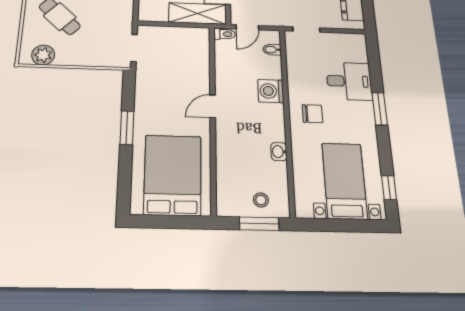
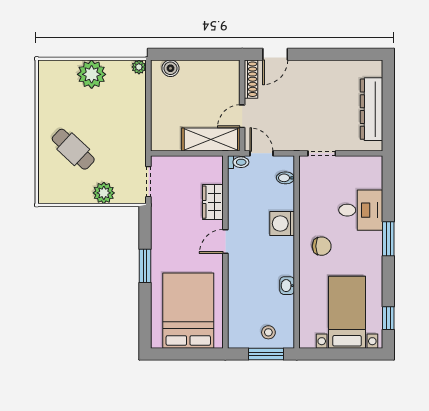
door: (247, 27) -> (261, 153), swing flipped
plant: (43, 55) -> (104, 193), moved
wardrobe: (199, 69) -> (213, 202), added

